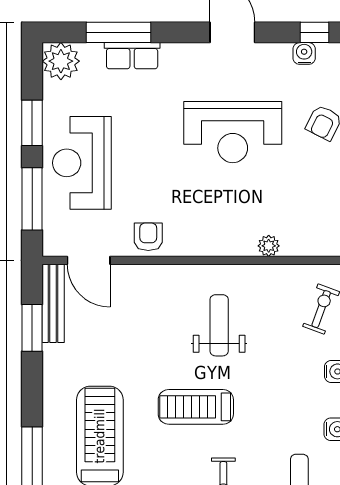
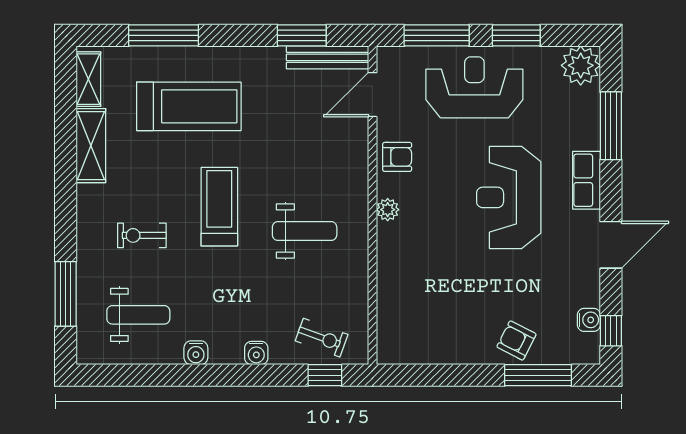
row of seats: (132, 56) -> (587, 180), moved
reception desk: (233, 132) -> (509, 197), moved
plant: (269, 246) -> (388, 210), moved

